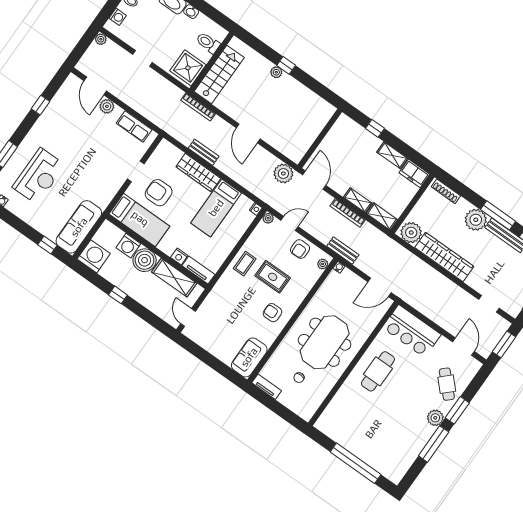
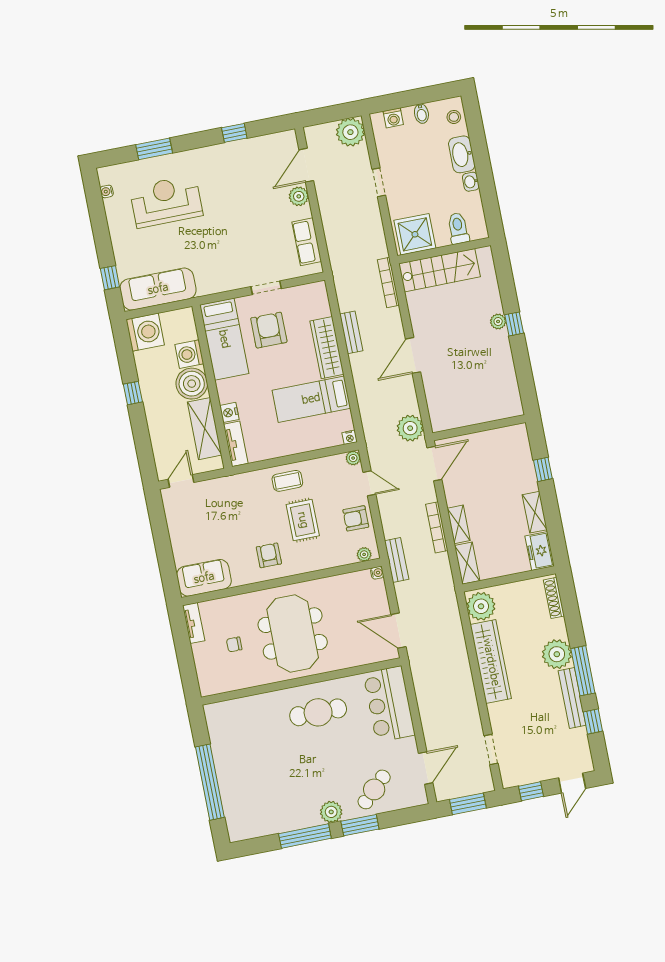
plant: (101, 39) -> (350, 132), width x1.88, depth x1.88
reception desk: (39, 176) -> (166, 201), turned 180
meeting table: (325, 342) -> (293, 633), turned 90

